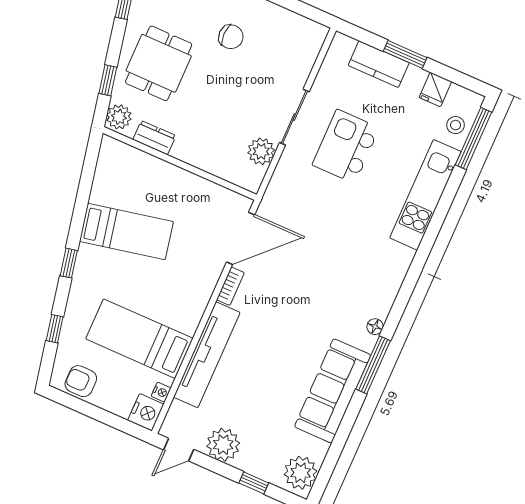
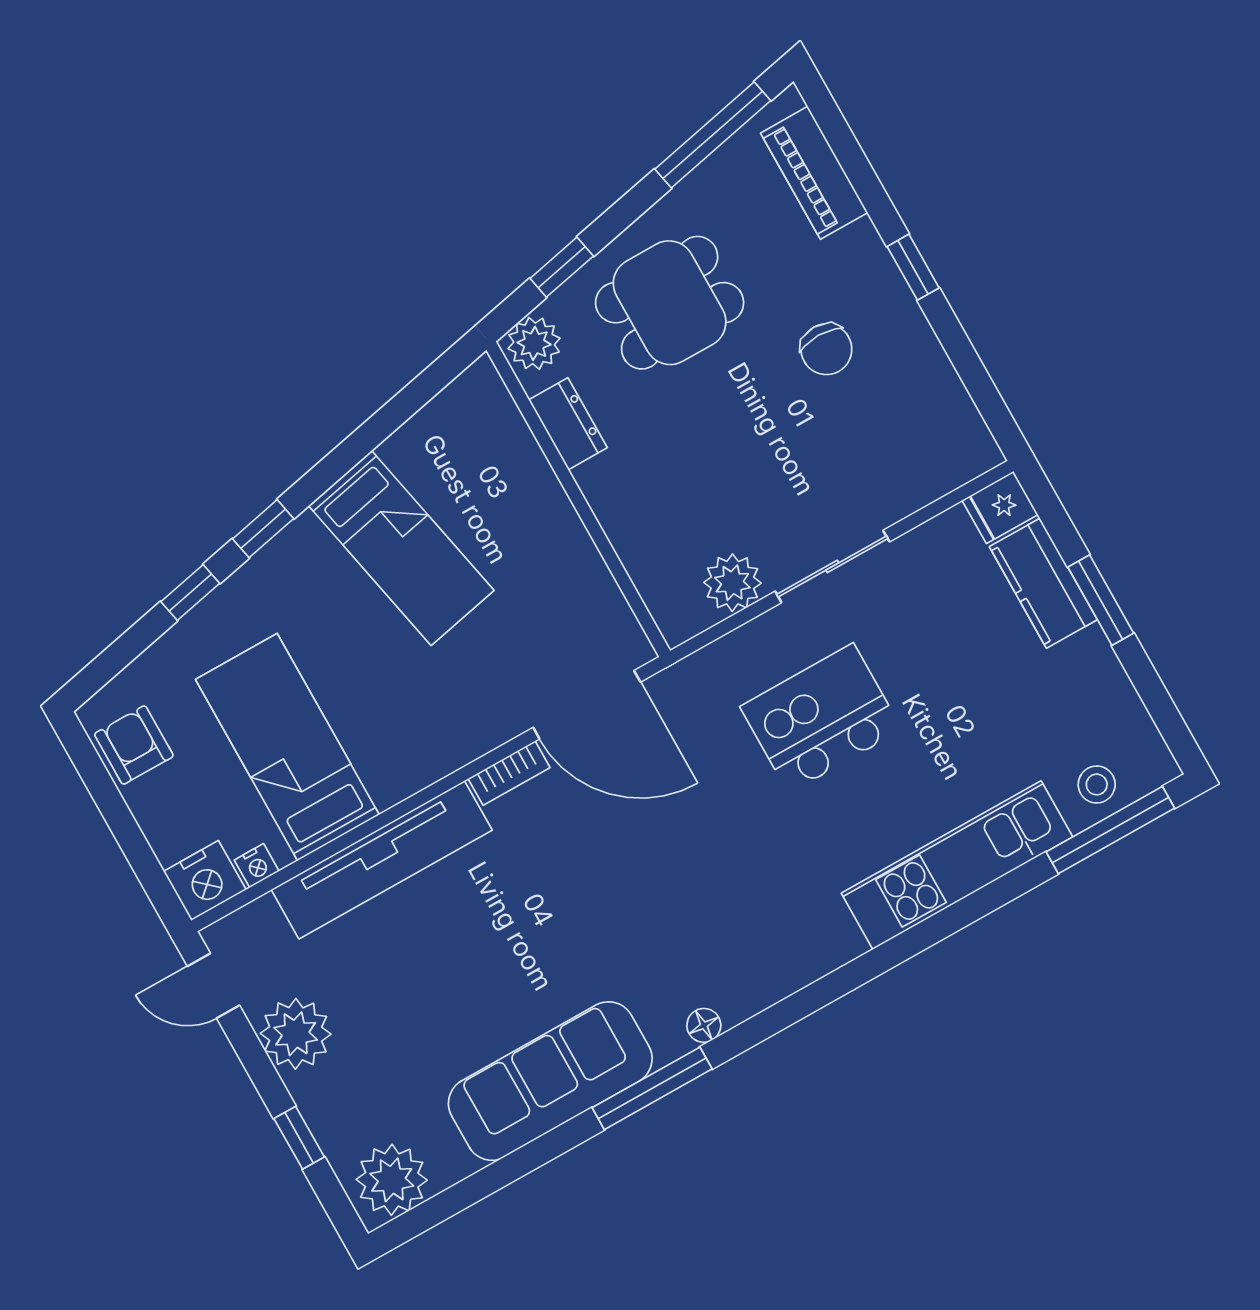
fridge: (435, 89) -> (1000, 507), moved
kitchen island: (346, 146) -> (821, 718), moved
window: (55, 329) -> (190, 593), moved

